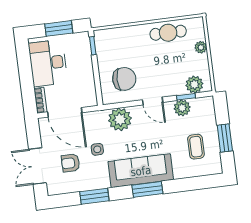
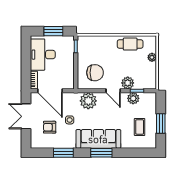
plant: (194, 84) -> (128, 83), moved
double door: (37, 166) -> (26, 116), moved

